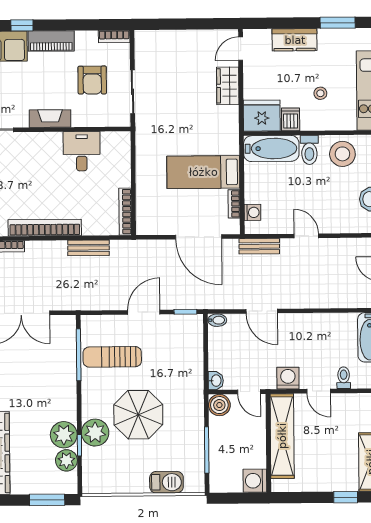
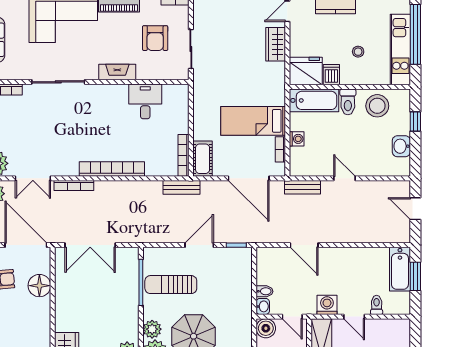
washing machine: (252, 212) -> (297, 139), moved
cot: (147, 215) -> (203, 159), added
bench: (89, 248) -> (181, 187), moved
bidet: (217, 320) -> (265, 291), moved
plant: (92, 407) -> (152, 329), added

